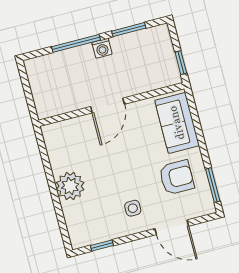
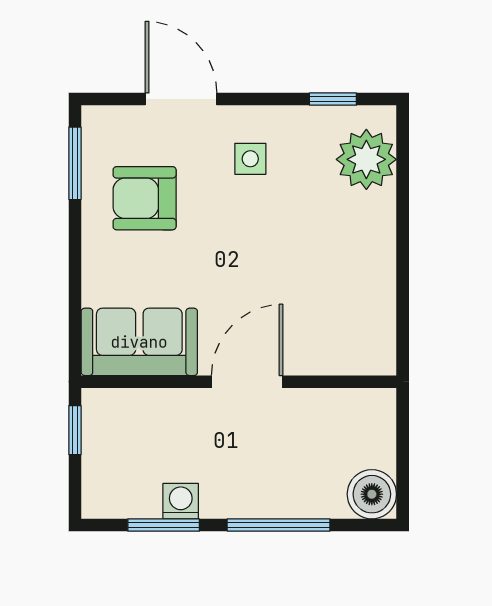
washing machine: (102, 48) -> (181, 501), moved
boiler: (37, 69) -> (372, 494), added
sofa: (177, 123) -> (139, 342), moved, turned -90
plant: (70, 186) -> (366, 159), moved

